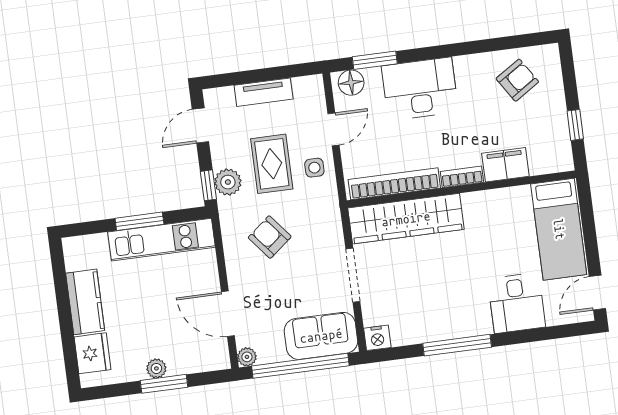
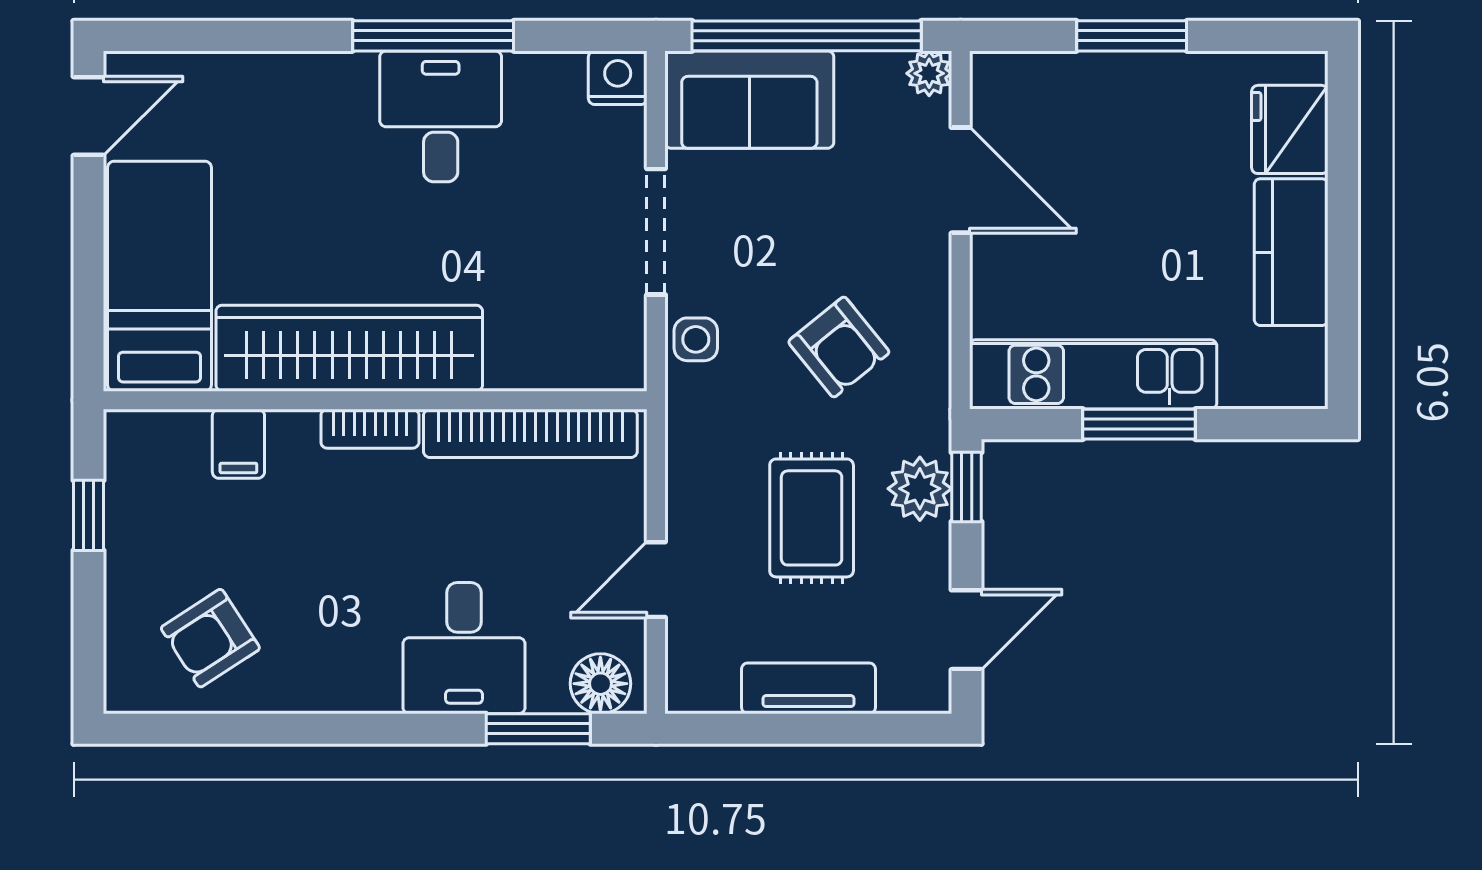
desk: (420, 89) -> (464, 648), width x0.73
filing cabinet: (505, 165) -> (238, 444), width x0.50
side table: (314, 168) -> (696, 339), moved
wardrobe: (406, 219) -> (349, 348), moved
desk: (517, 303) -> (441, 116), moved
plant: (156, 368) -> (1145, 74), removed

